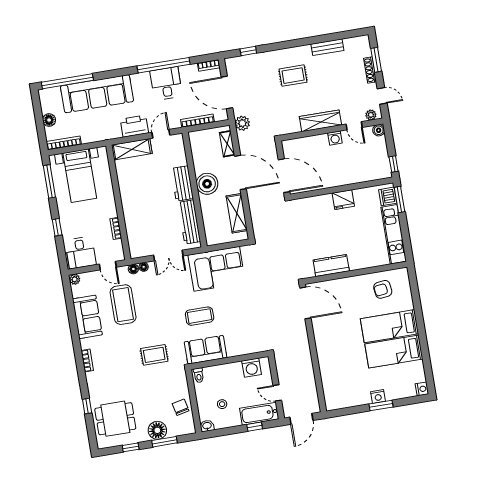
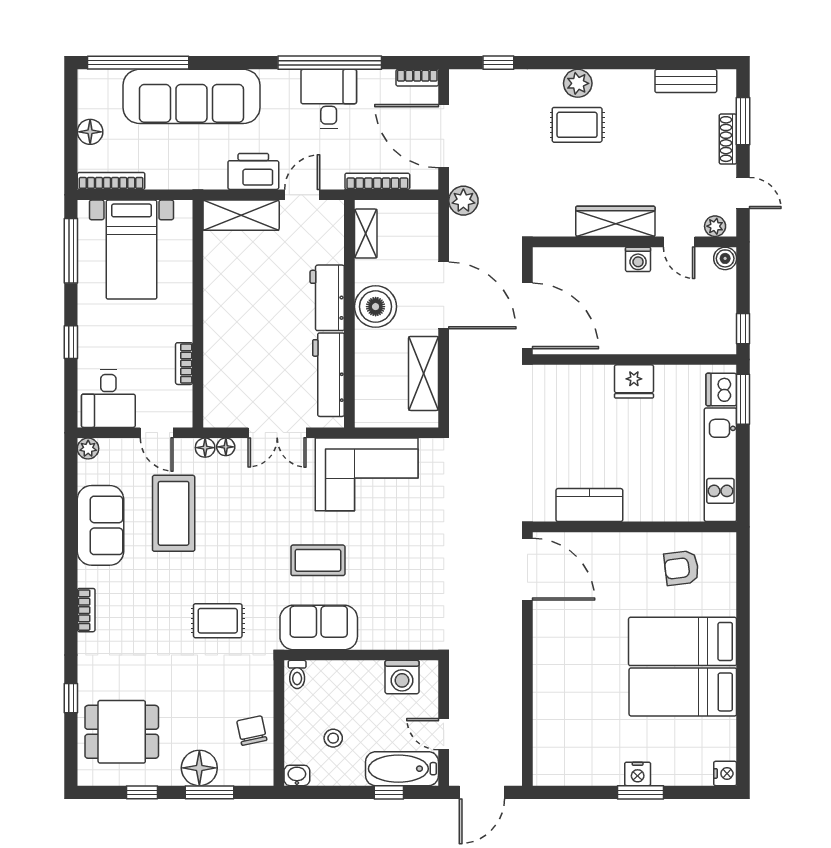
bench: (327, 47) -> (686, 81), moved
plant: (290, 55) -> (578, 83), added
shelving: (227, 144) -> (366, 234), moved

